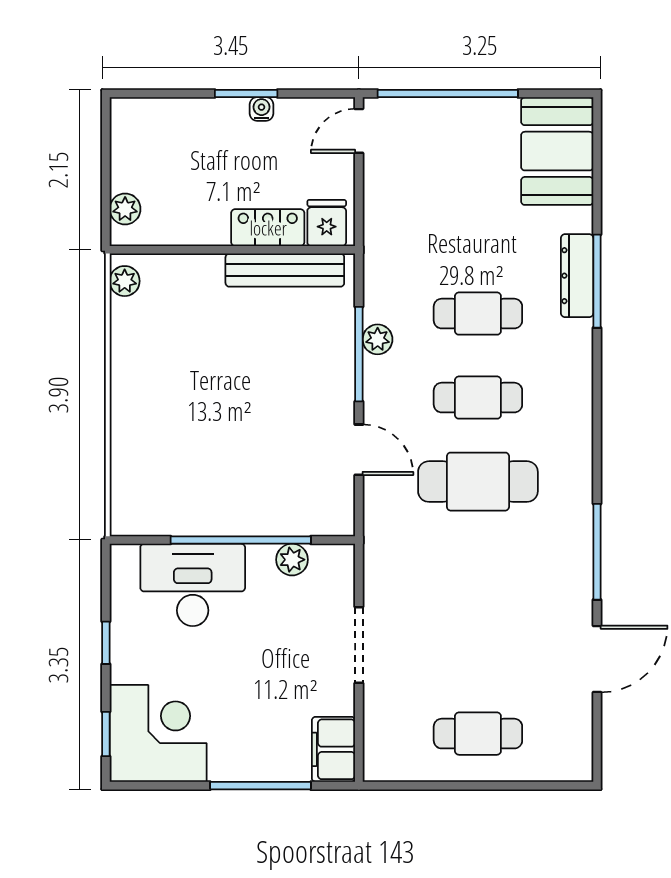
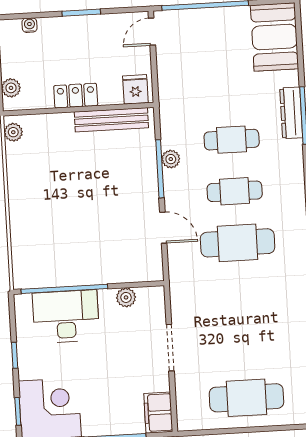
water cooler: (261, 109) -> (29, 25), moved
locker: (268, 228) -> (76, 96), moved
window: (241, 540) -> (64, 289), moved
cafe table: (478, 734) -> (246, 398), width x1.37, depth x1.35

